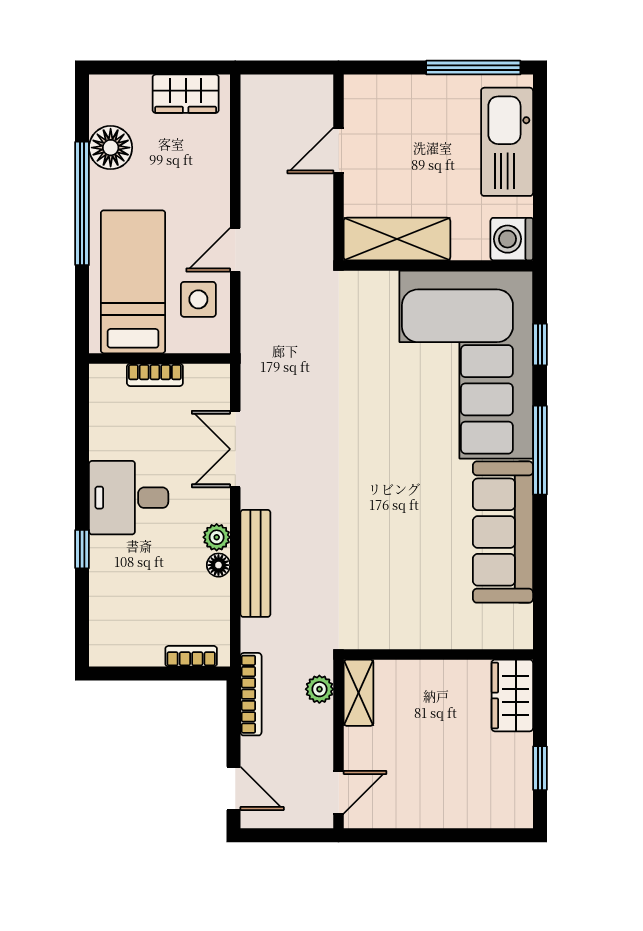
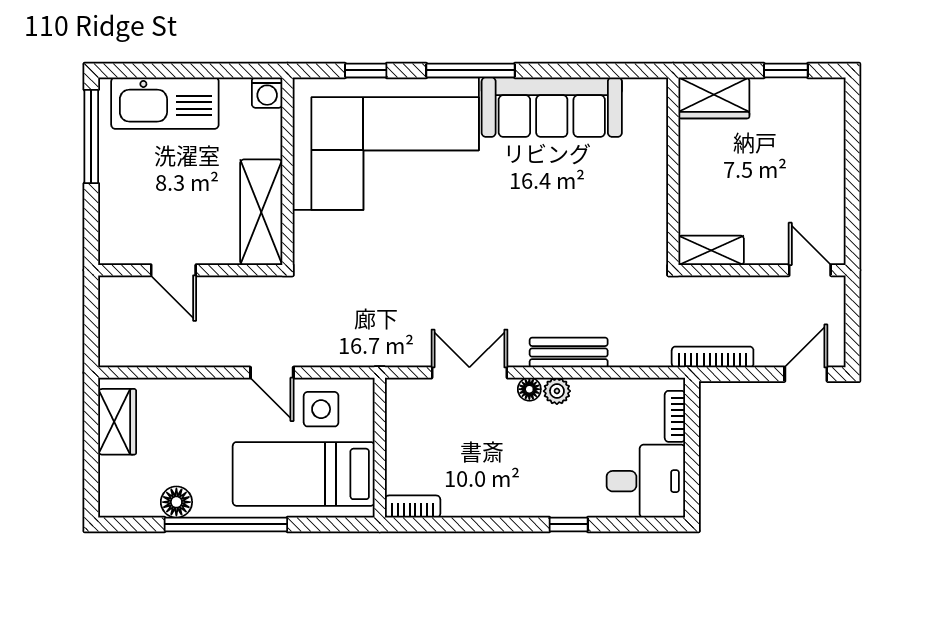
floor lamp: (111, 148) -> (176, 502), width x0.73, depth x0.73
washing machine: (512, 239) -> (267, 93), width x0.73, depth x0.73
bookcase: (155, 375) -> (413, 507), moved, turned -90
double door: (235, 449) -> (469, 373), swing flipped
desk: (129, 498) -> (646, 481), moved, turned -90
bench: (255, 563) -> (569, 353), width x0.73
floor lamp: (218, 565) -> (529, 389), moved
plant: (319, 689) -> (708, 289), removed

